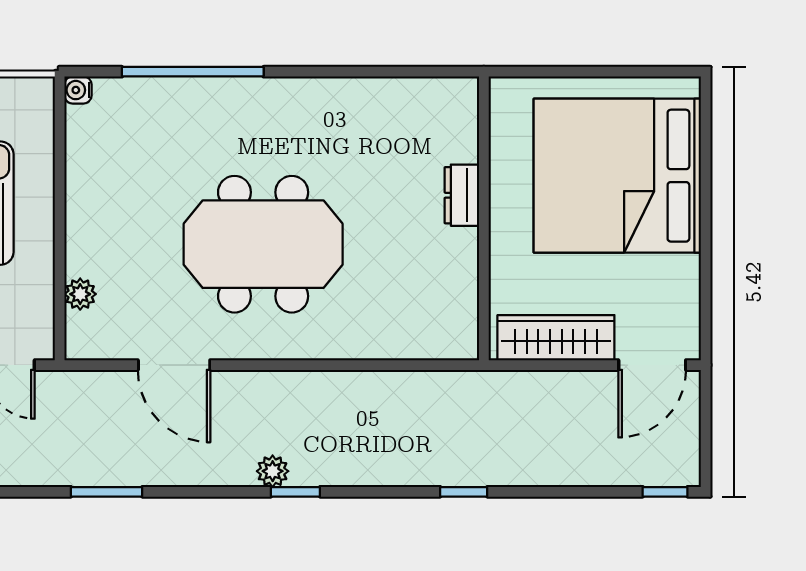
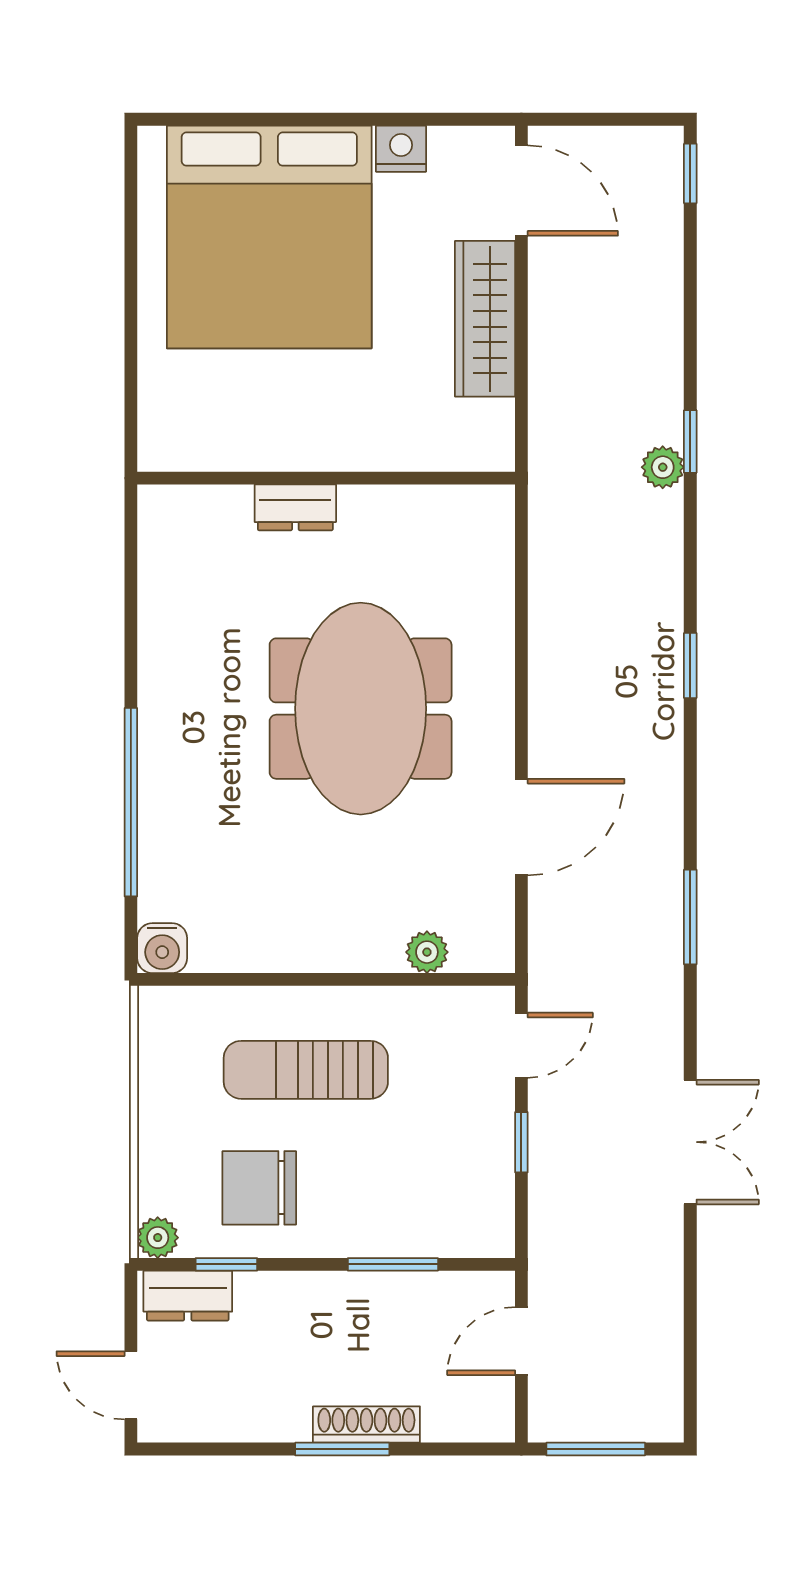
water cooler: (78, 90) -> (162, 948), width x1.38, depth x1.38
dresser: (462, 195) -> (295, 507), moved
wall: (484, 218) -> (326, 478), moved
nightstand: (684, 275) -> (401, 149), added
plant: (273, 471) -> (663, 467), moved

